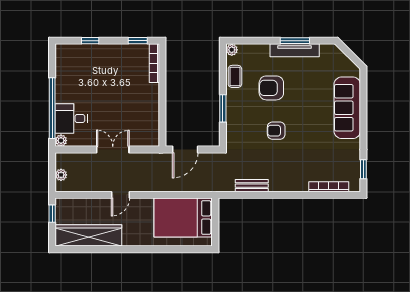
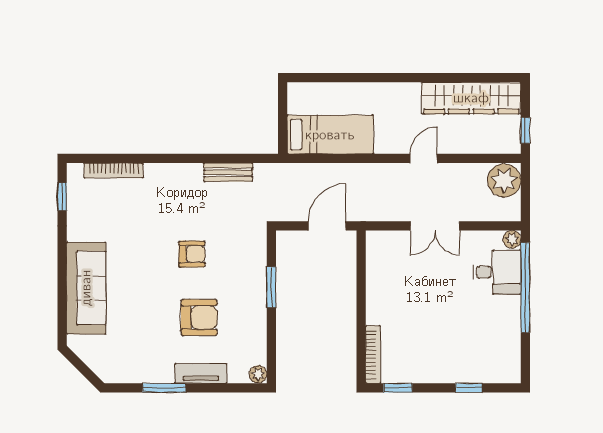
tv unit: (295, 50) -> (201, 373), moved, width x0.71
coffee table: (235, 76) -> (253, 335), removed
plant: (61, 175) -> (504, 180), width x1.88, depth x1.88
bed: (183, 217) -> (330, 135), width x0.67

